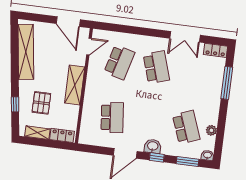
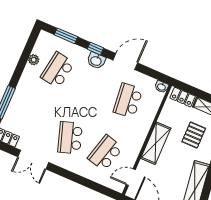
double door: (185, 37) -> (33, 160), swing flipped
school desk: (186, 127) -> (58, 70), turned 30
washbasin: (207, 155) -> (162, 87), moved

